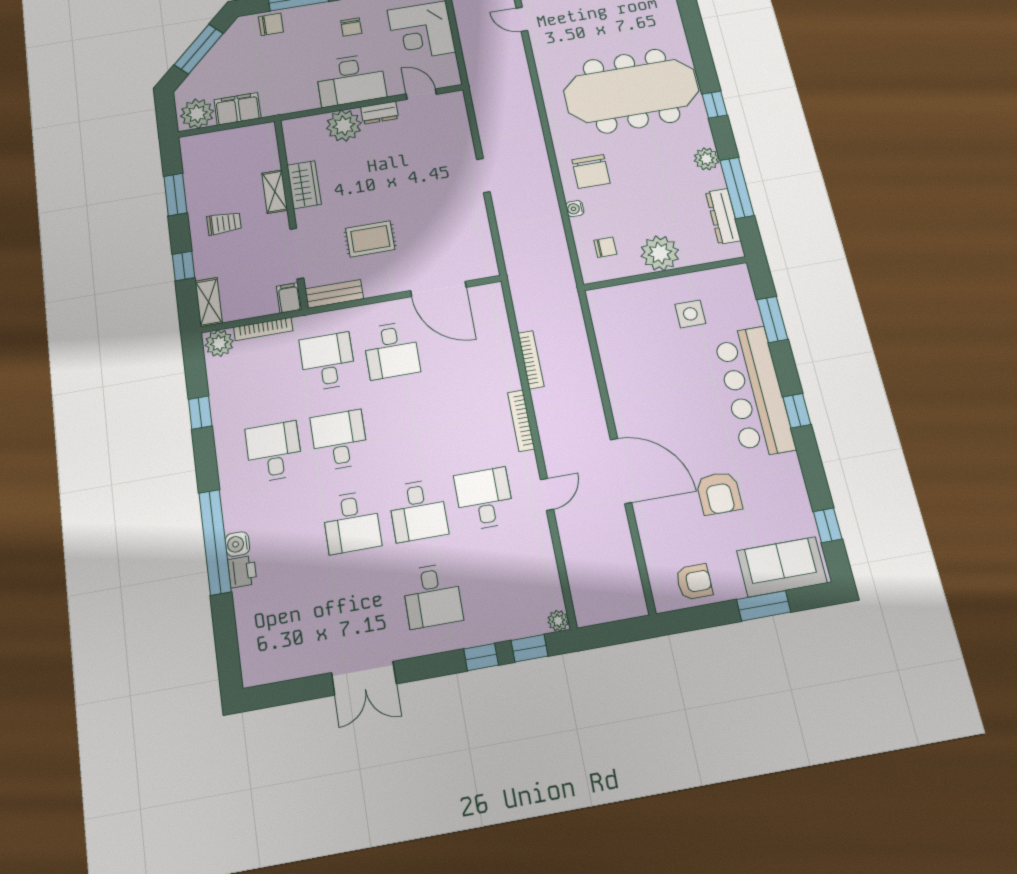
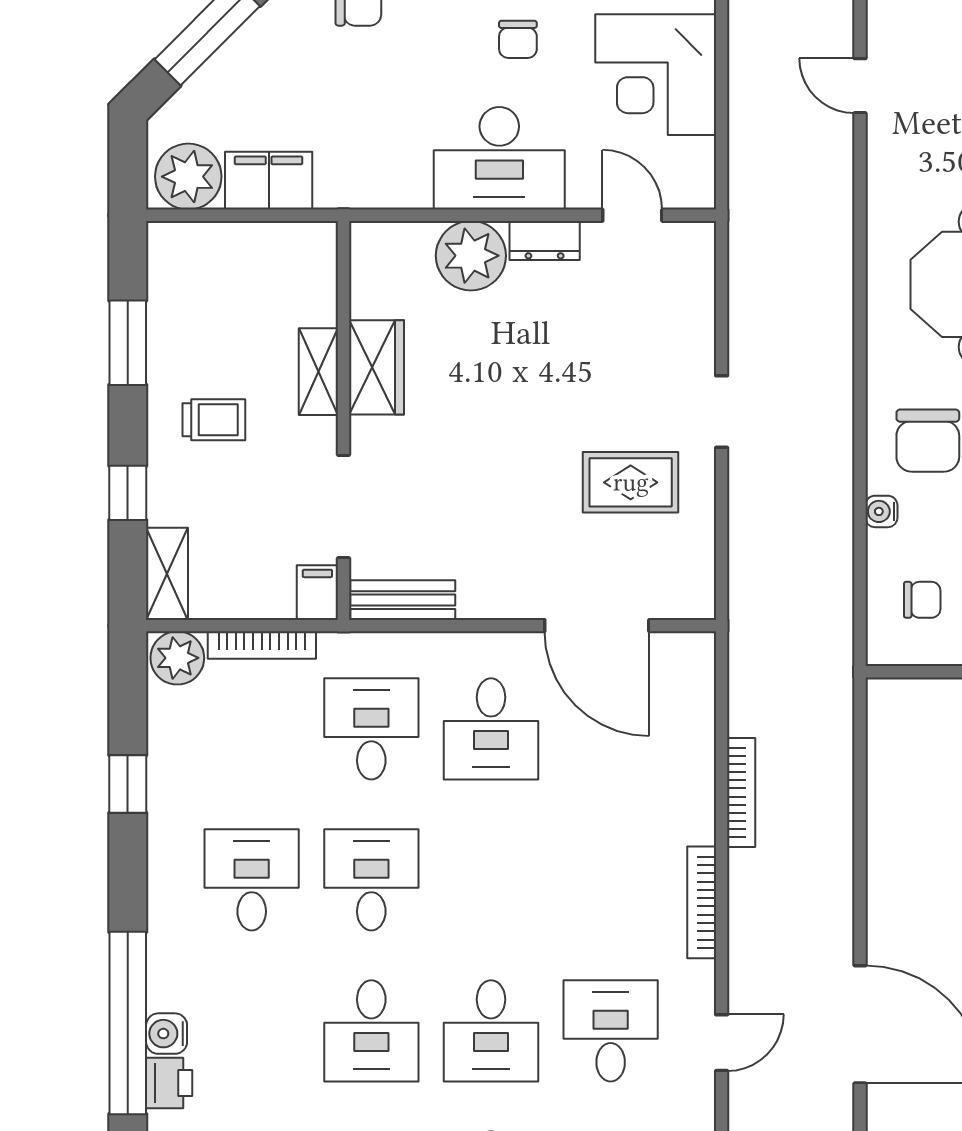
rug: (370, 239) -> (631, 482), moved

